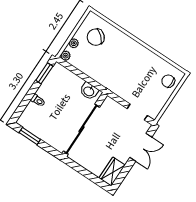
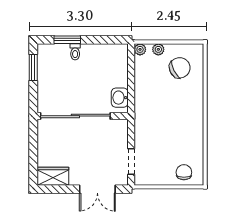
chair: (96, 37) -> (180, 68), turned 111
window: (44, 73) -> (67, 40), moved

